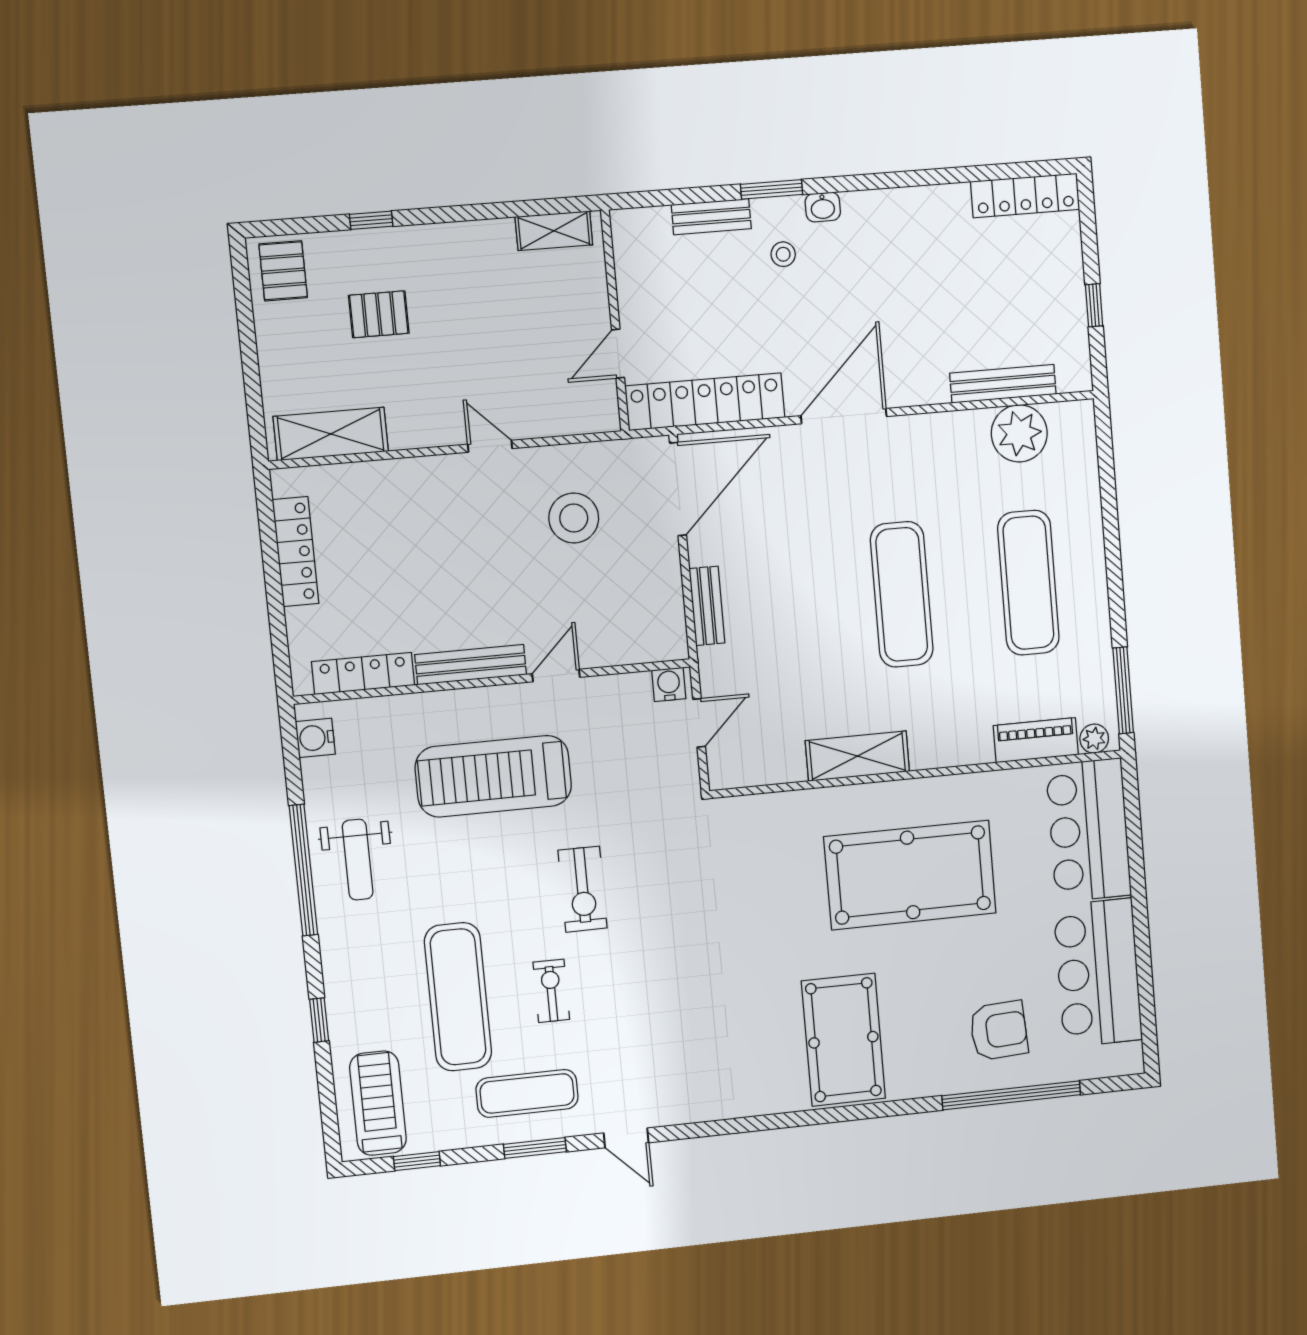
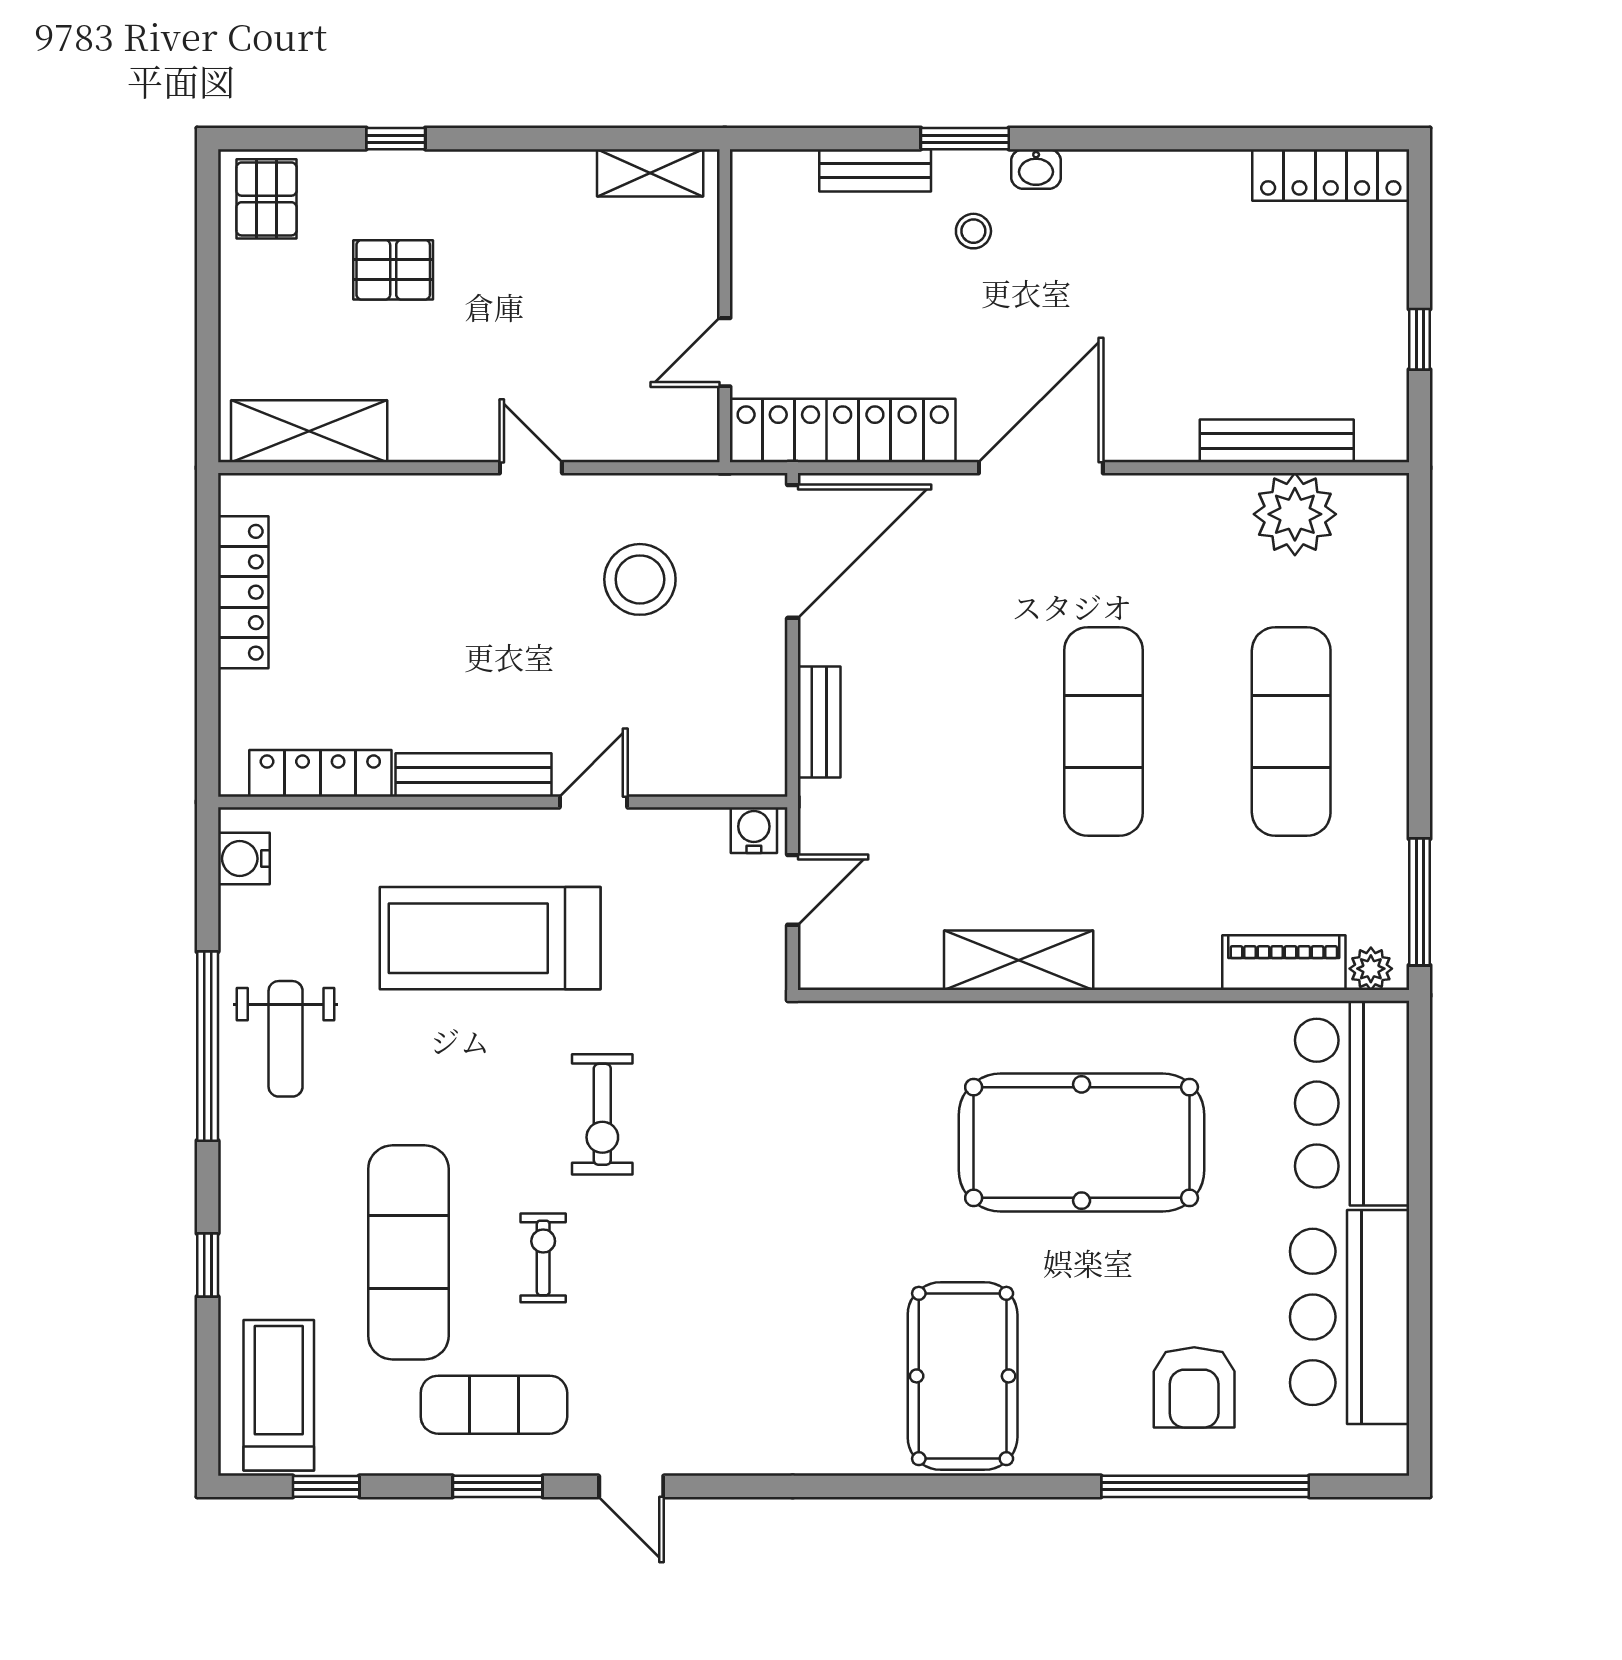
armchair: (999, 1031) -> (1194, 1387), turned 93

